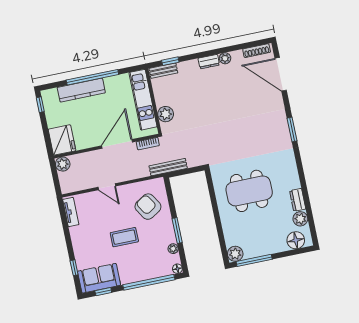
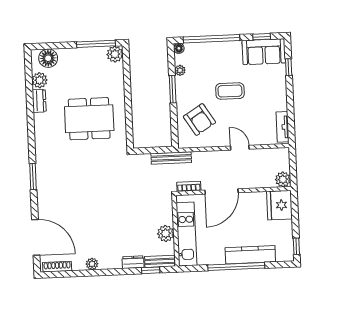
dresser: (209, 62) -> (133, 262), moved
plant: (166, 114) -> (166, 233), moved

